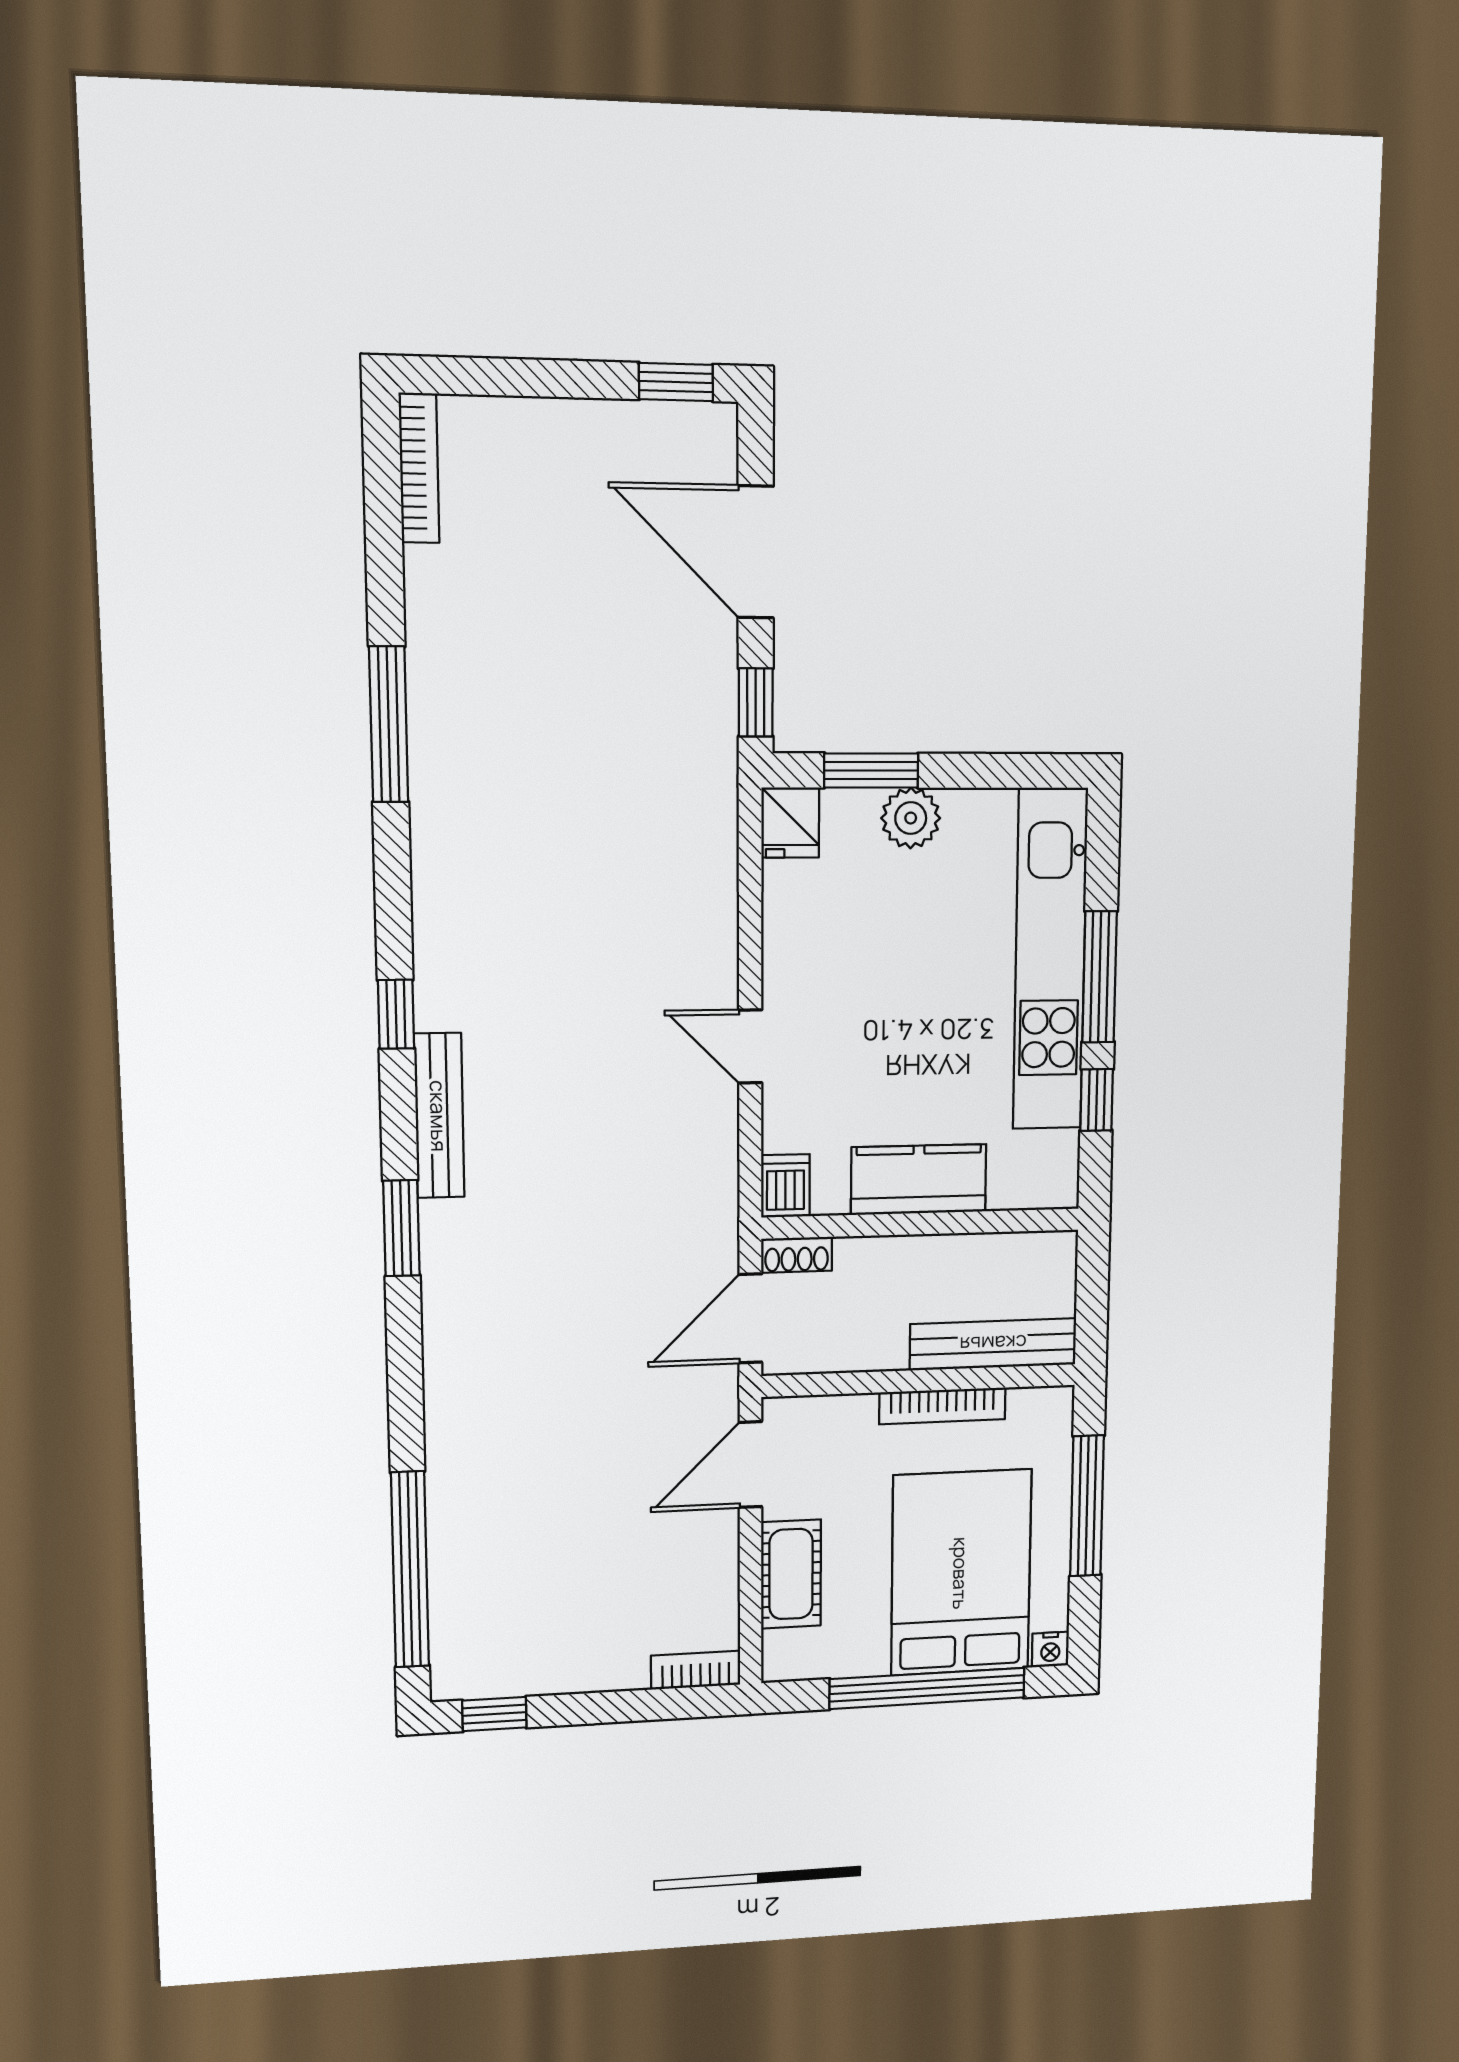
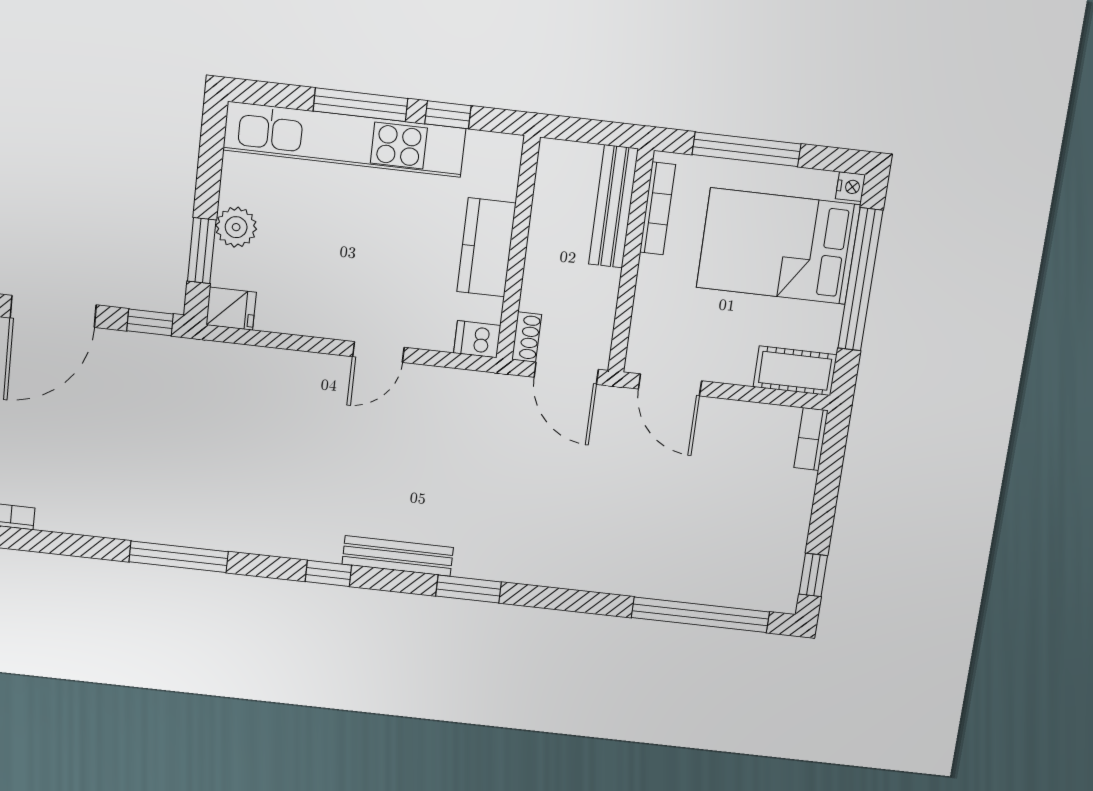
window: (389, 724) -> (179, 557), moved
bookcase: (942, 1406) -> (658, 208), moved
cot: (791, 1574) -> (795, 371), moved

